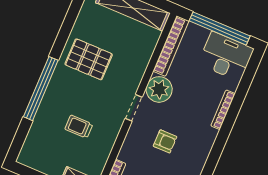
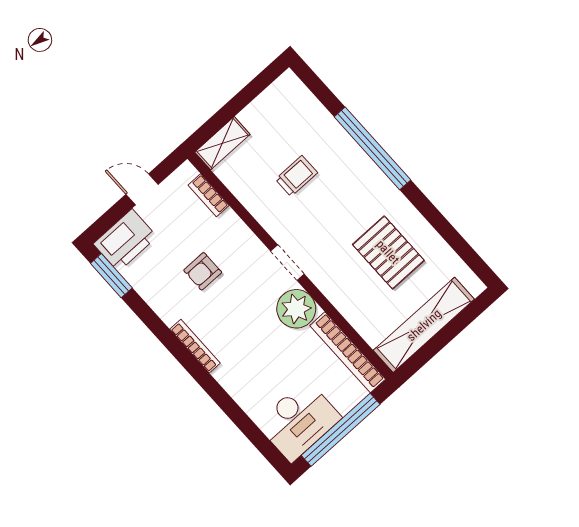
pallet: (89, 59) -> (388, 252), moved, turned 90
bookcase: (223, 110) -> (195, 346), moved
armchair: (165, 141) -> (203, 271), moved

